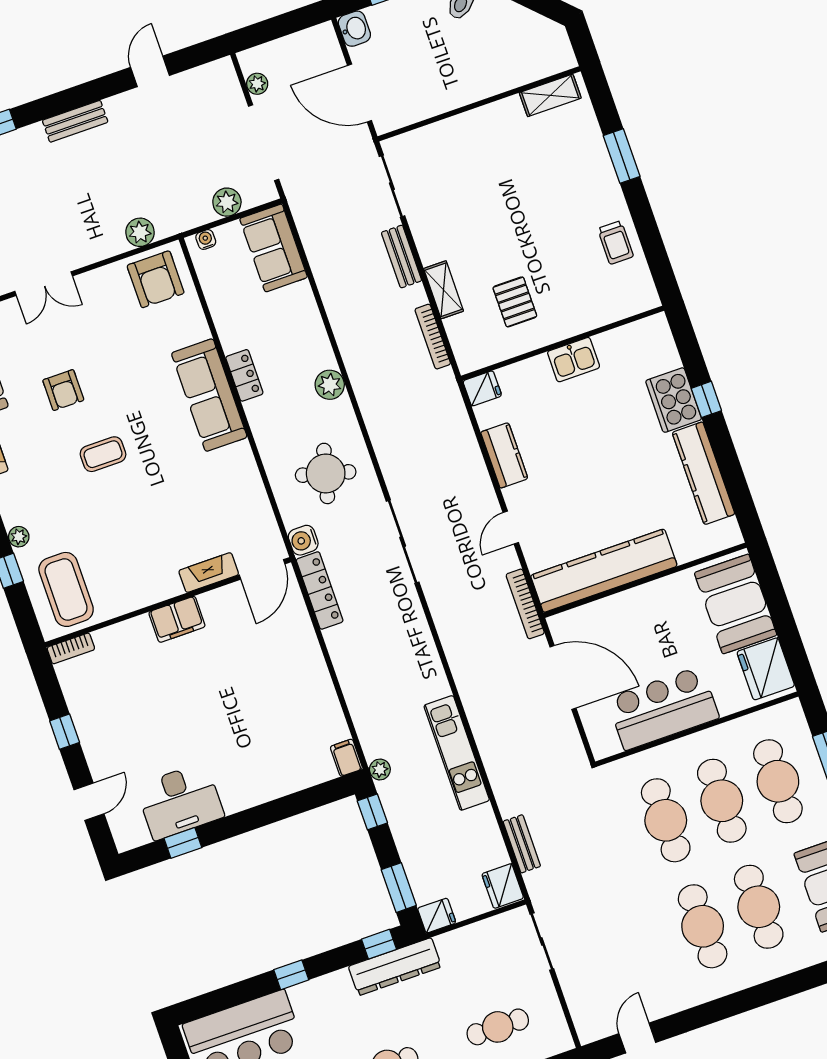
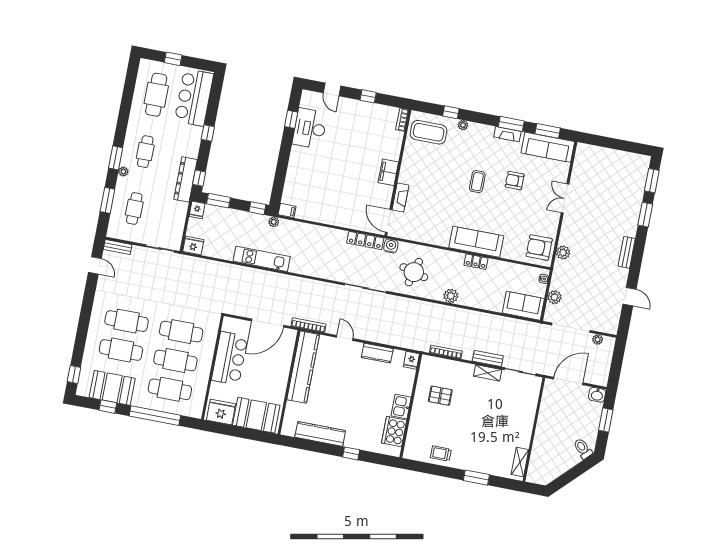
shelving: (444, 290) -> (488, 373), moved
cooker: (674, 400) -> (394, 432), moved, turned -90
bench: (522, 844) -> (118, 247), moved

